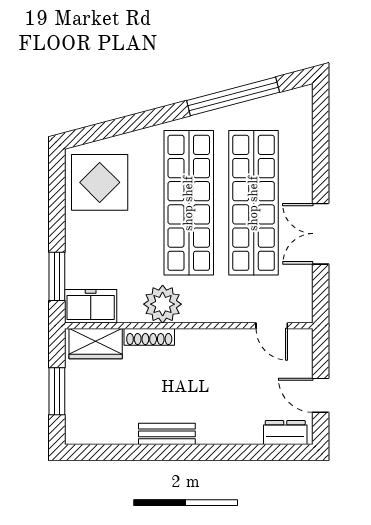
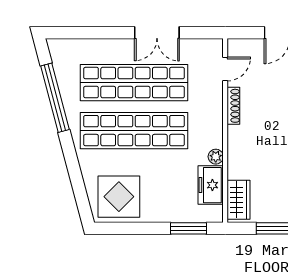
plant: (163, 304) -> (216, 157), width x0.53, depth x0.53
freezer: (91, 306) -> (211, 185), moved
shoe rack: (149, 337) -> (233, 106), moved

